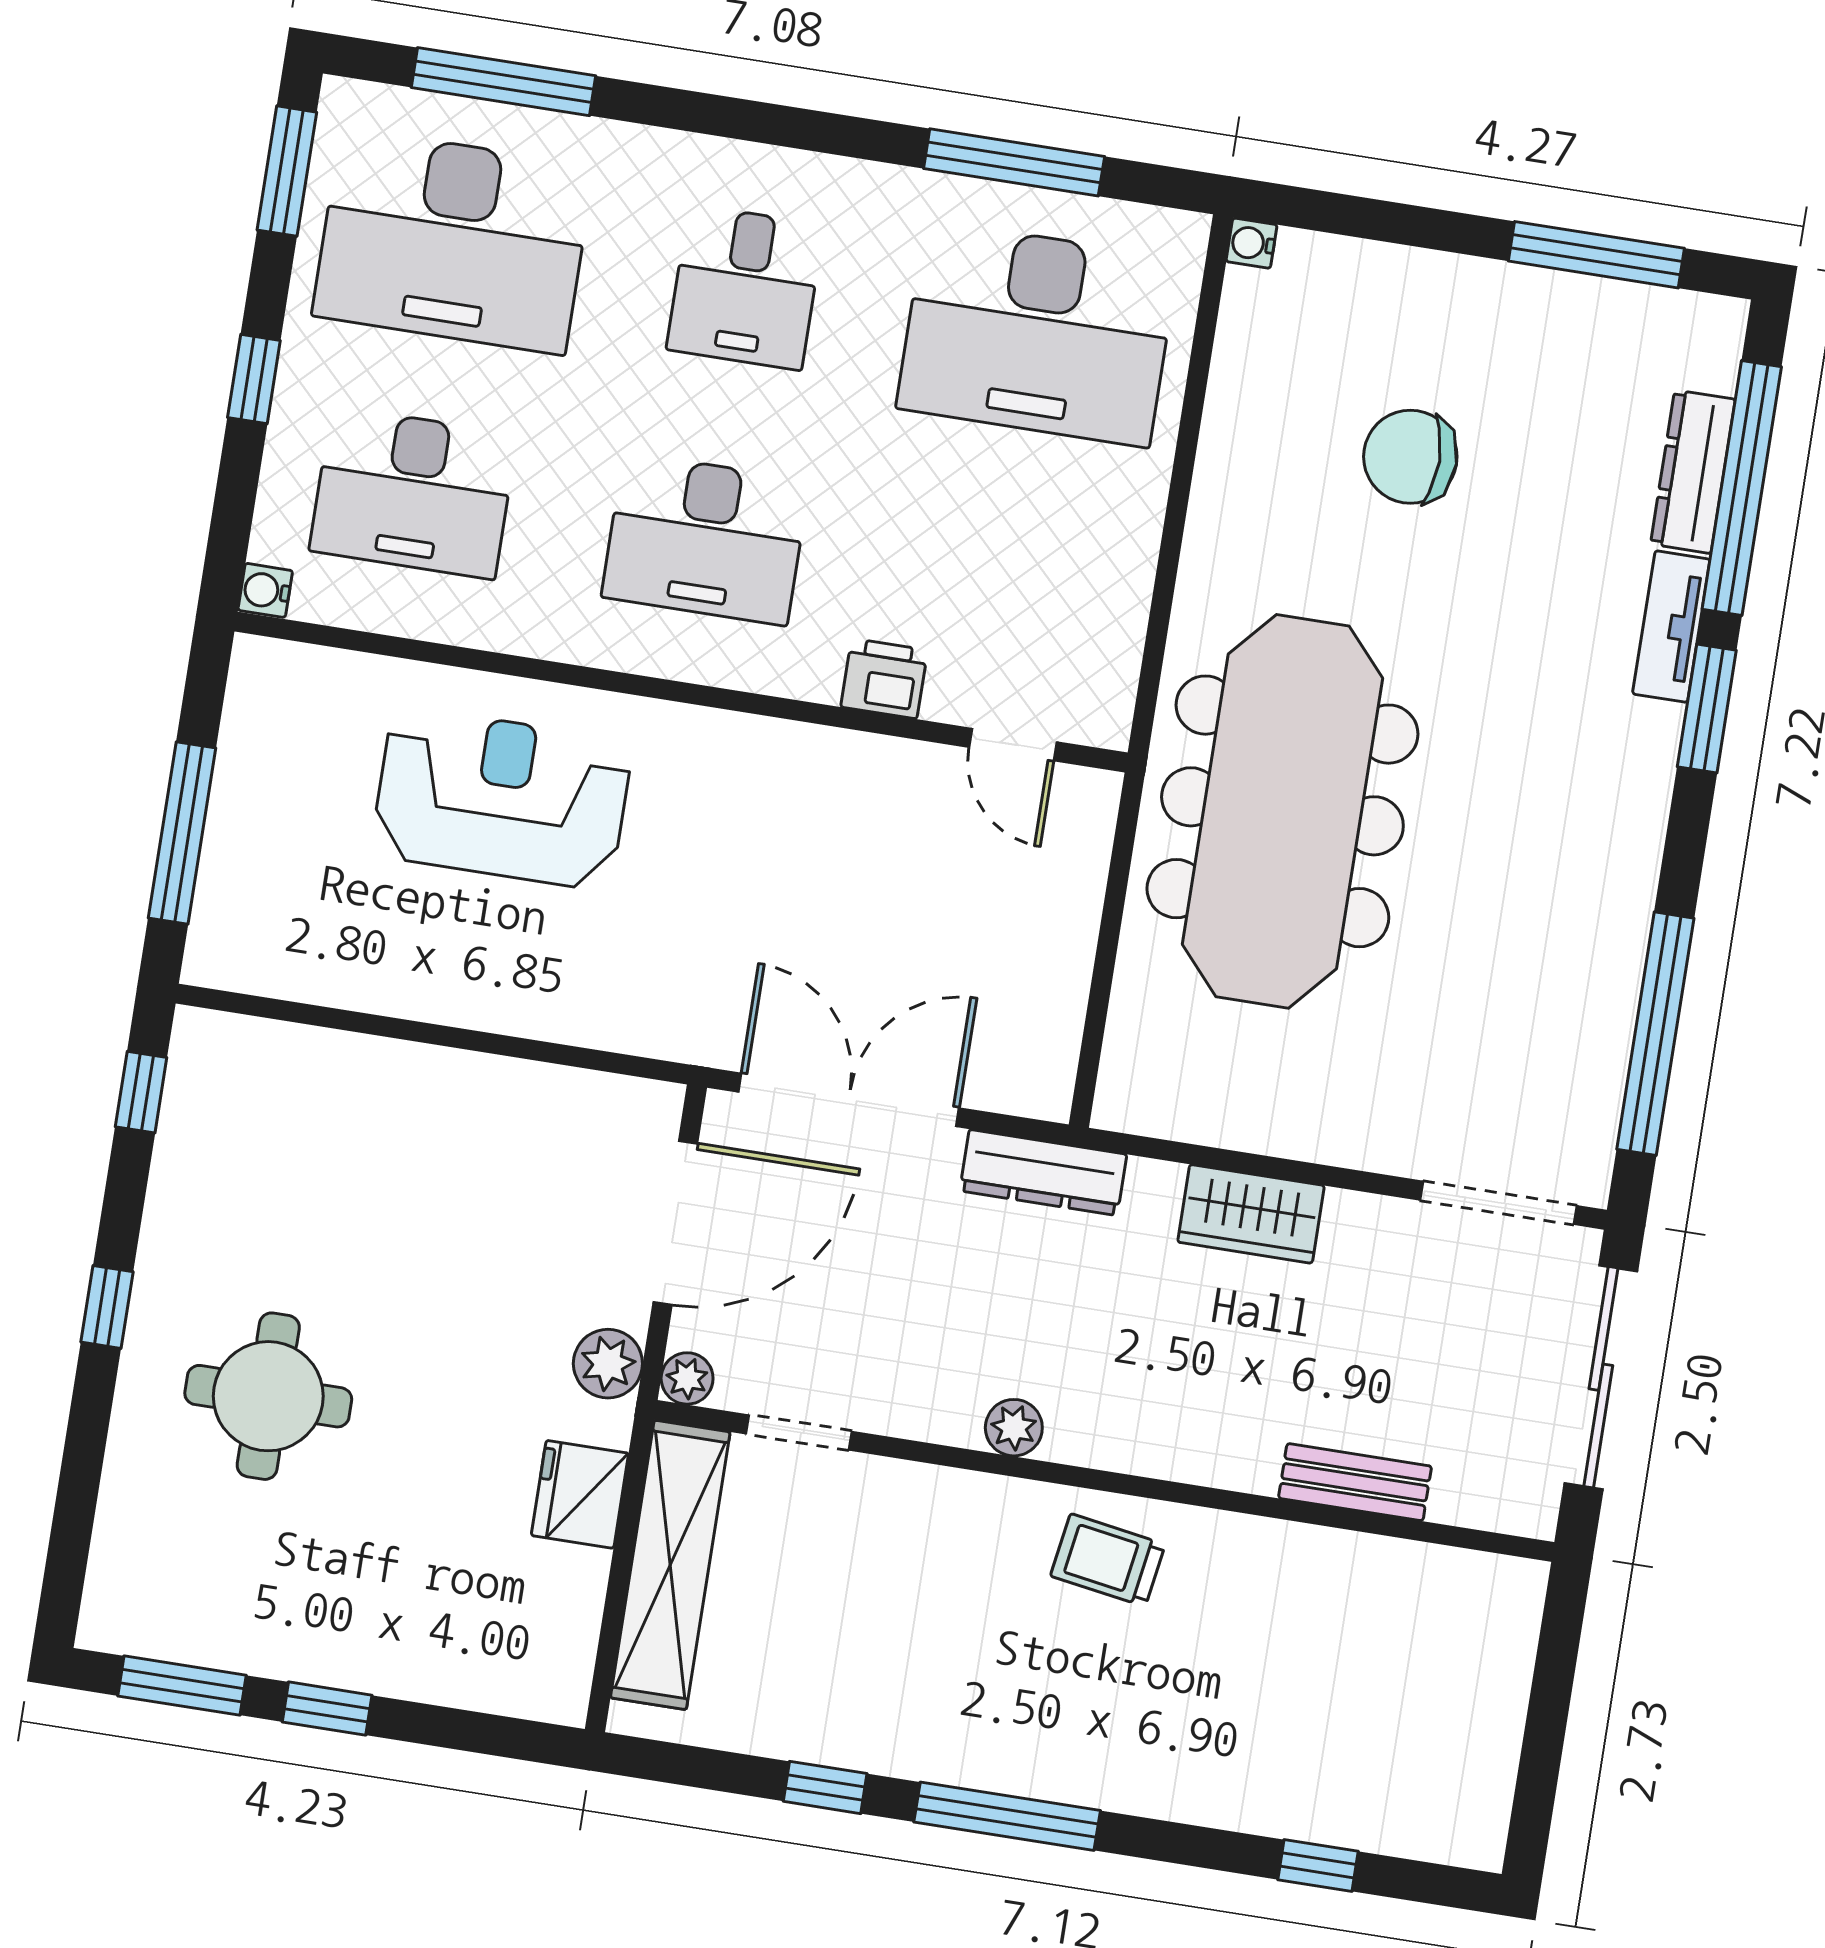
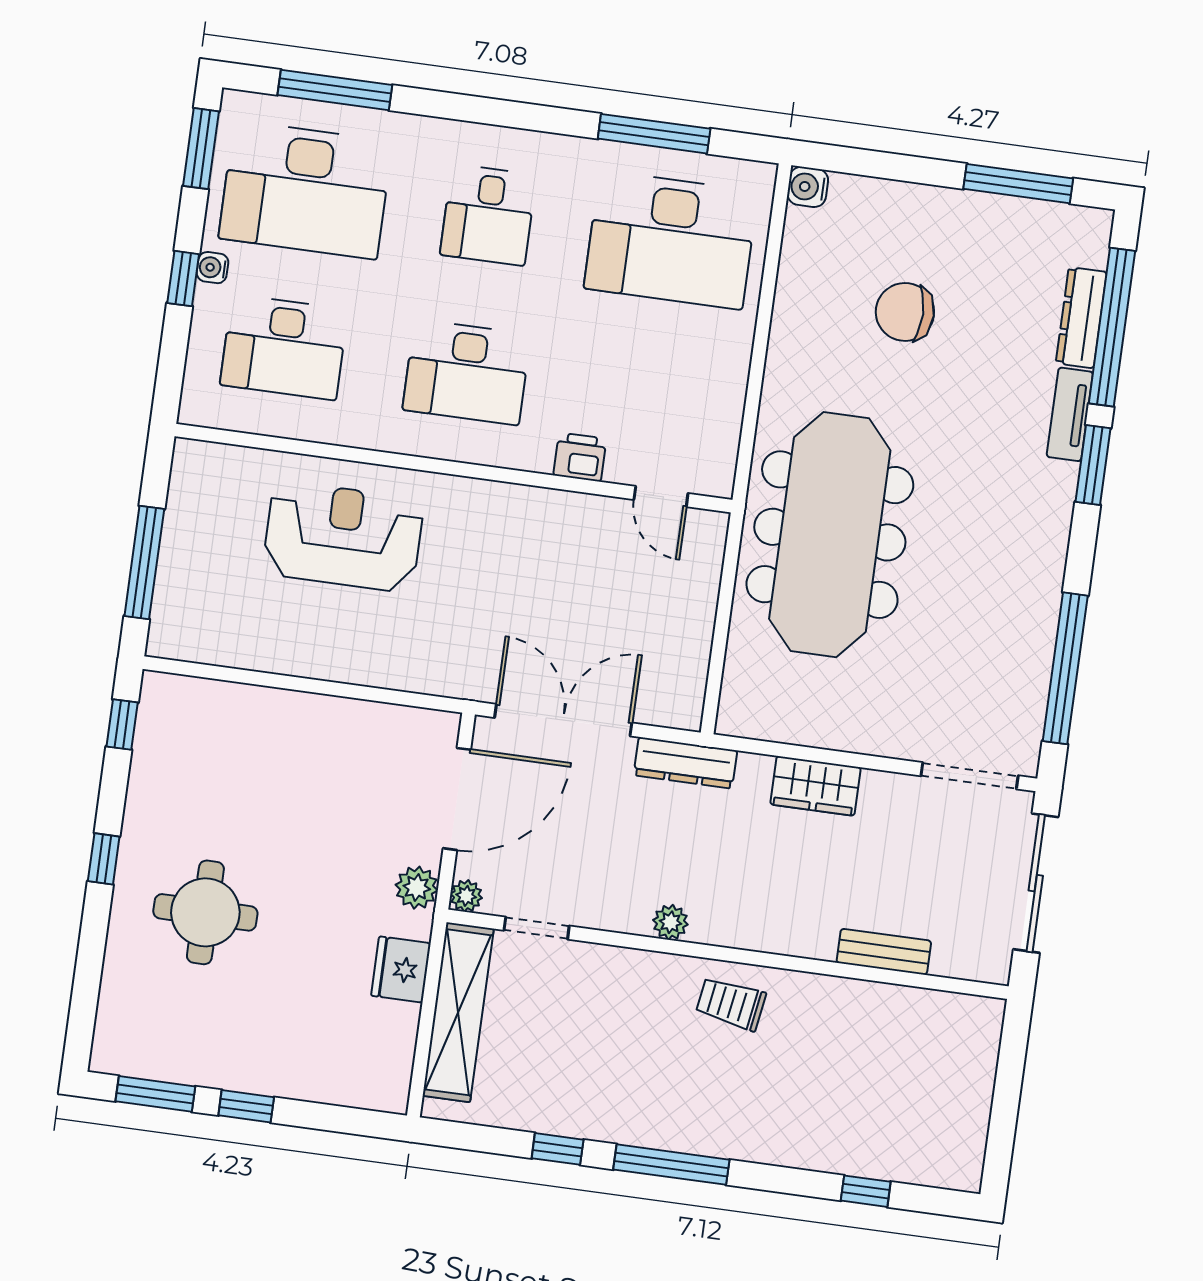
water cooler: (1252, 243) -> (808, 187), width x1.38, depth x1.38
water cooler: (265, 590) -> (212, 268), moved

